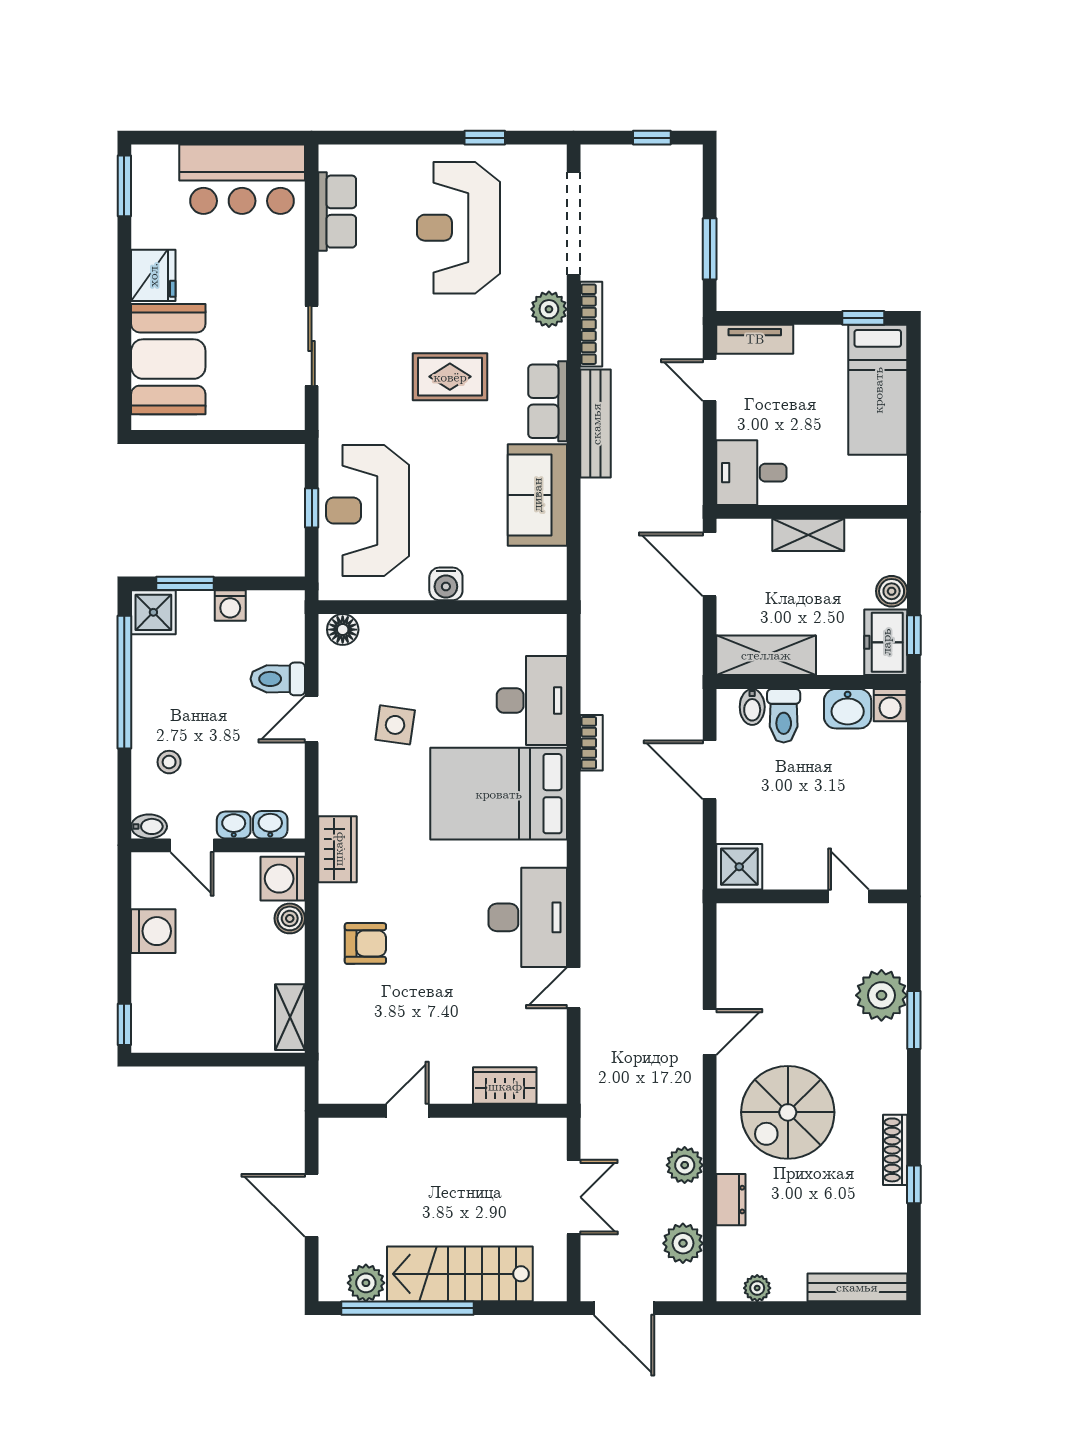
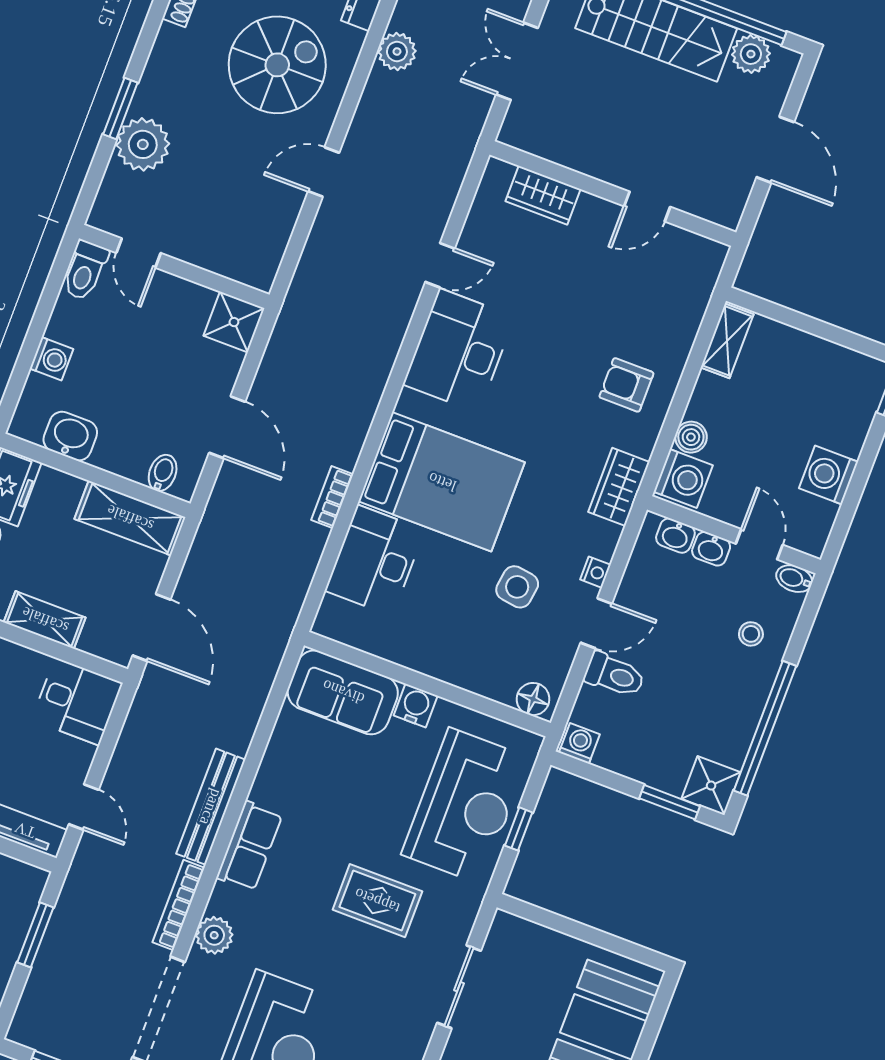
rug: (450, 377) -> (377, 901), moved
sofa: (537, 495) -> (343, 692), moved, turned 90
washing machine: (230, 605) -> (579, 743), moved
washing machine: (890, 705) -> (51, 359), moved, turned 90
toilet: (784, 716) -> (85, 270), moved, turned 180
nightstand: (330, 765) -> (595, 572), added

